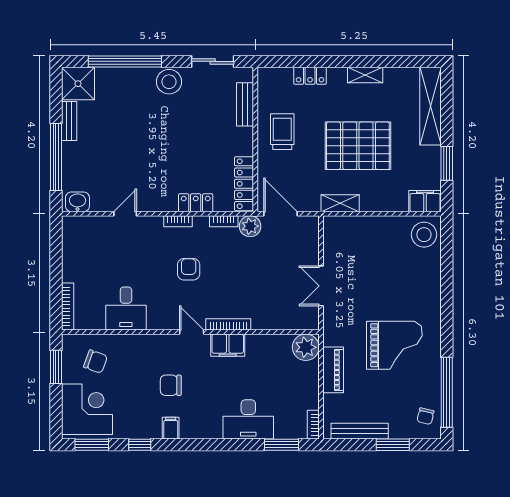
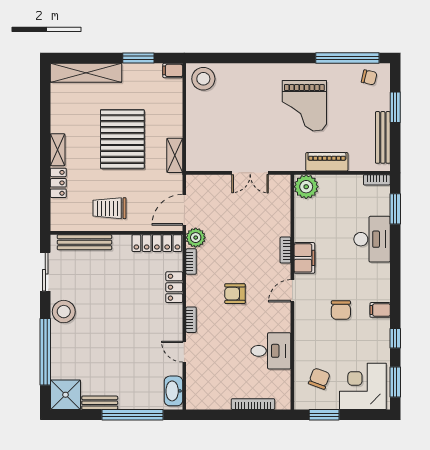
shelving: (365, 75) -> (58, 150), moved
bench: (245, 104) -> (84, 242), width x1.36
filing cabinet: (425, 201) -> (173, 70), width x0.50
washbasin: (77, 202) -> (173, 391), width x1.38
bookcase: (178, 221) -> (191, 320), moved
bookcase: (68, 306) -> (253, 404), moved
bookcase: (228, 324) -> (285, 250), width x0.64
grand piano: (394, 345) -> (304, 106), turned 180

